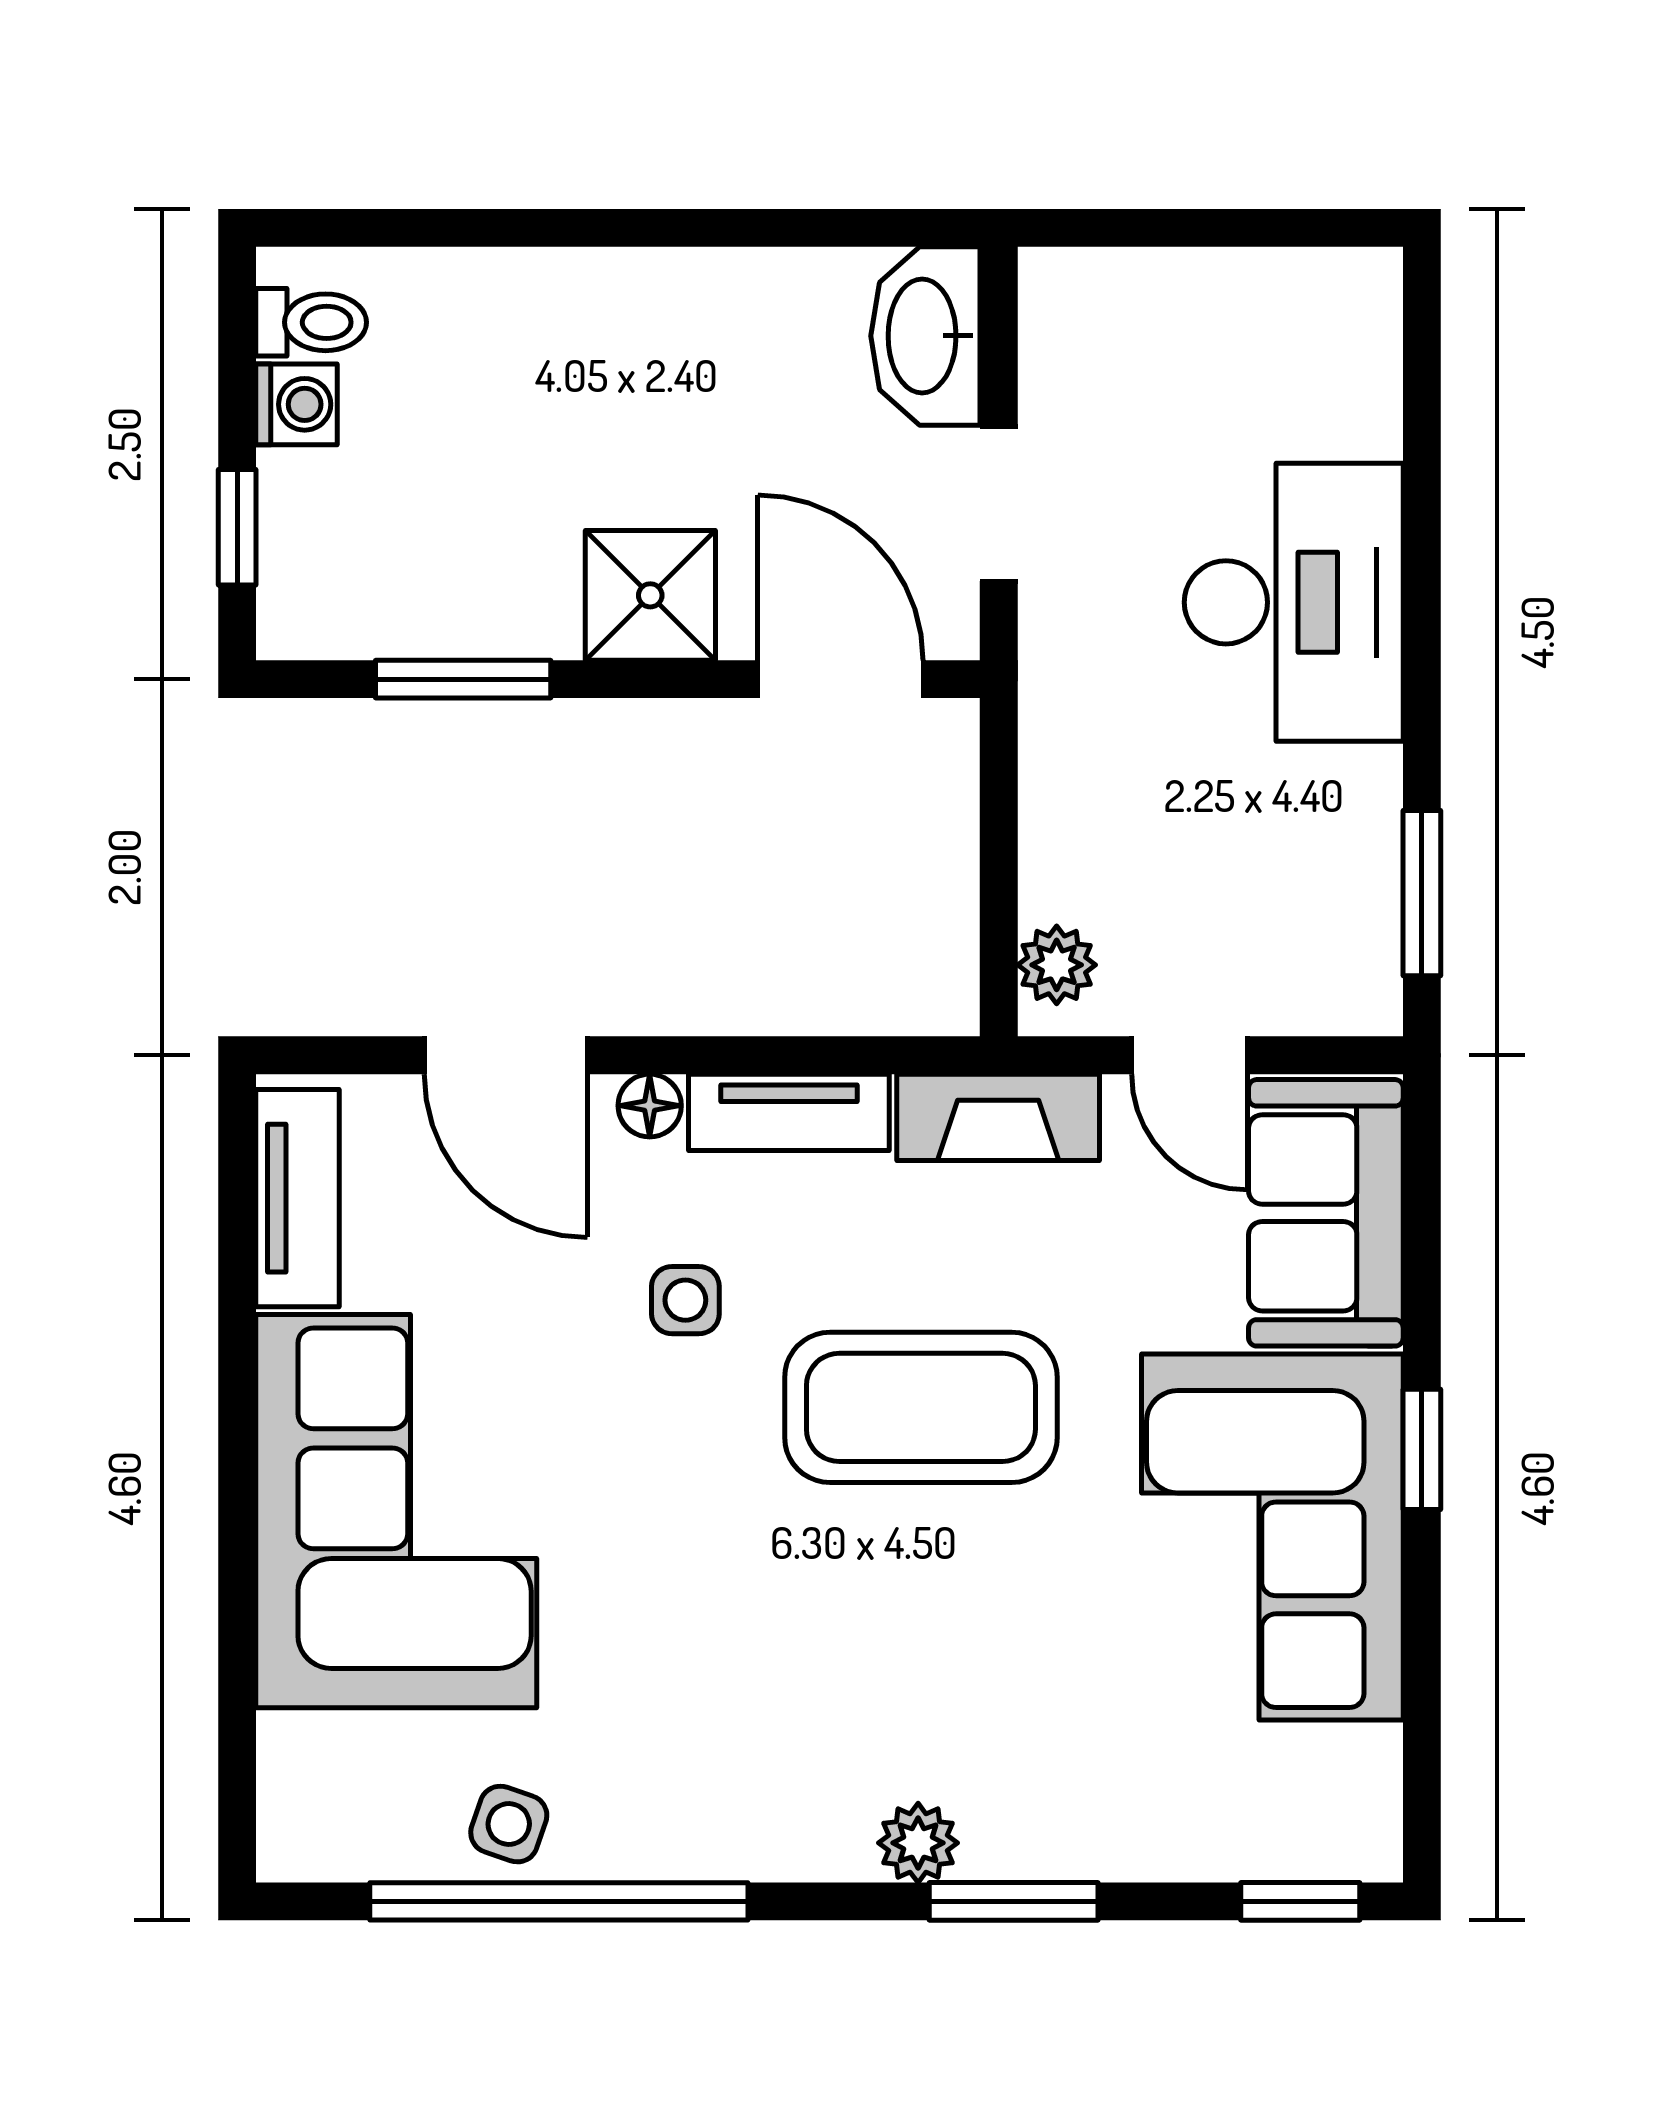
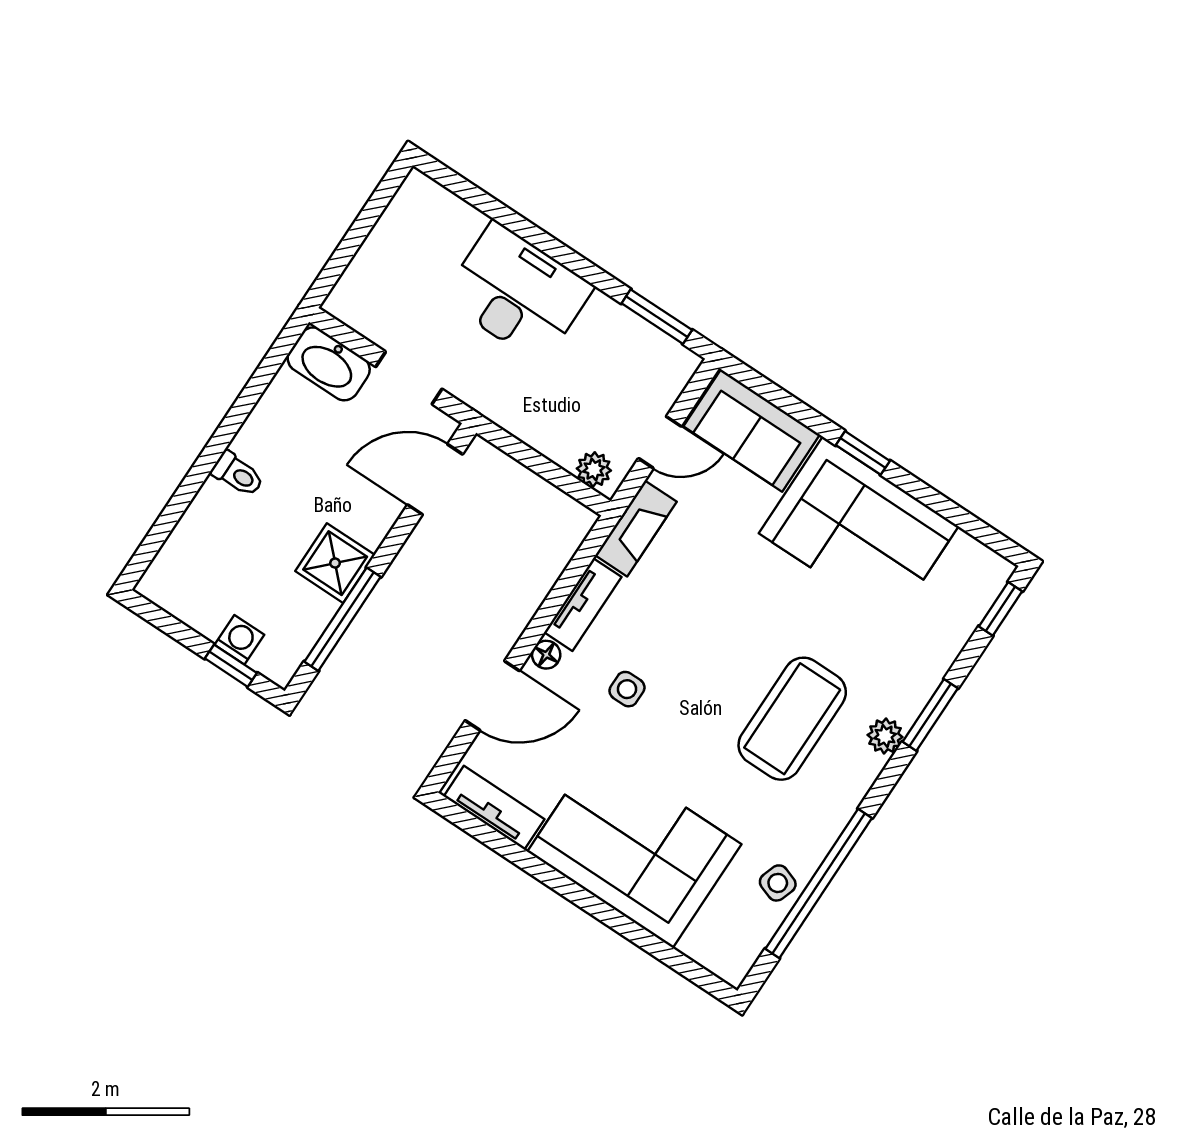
toilet: (311, 322) -> (238, 474), moved, turned 90
washing machine: (297, 404) -> (239, 640), moved
shower: (650, 595) -> (335, 563), moved
window: (463, 679) -> (342, 619), width x1.44
coffee table: (921, 1407) -> (792, 719), moved

